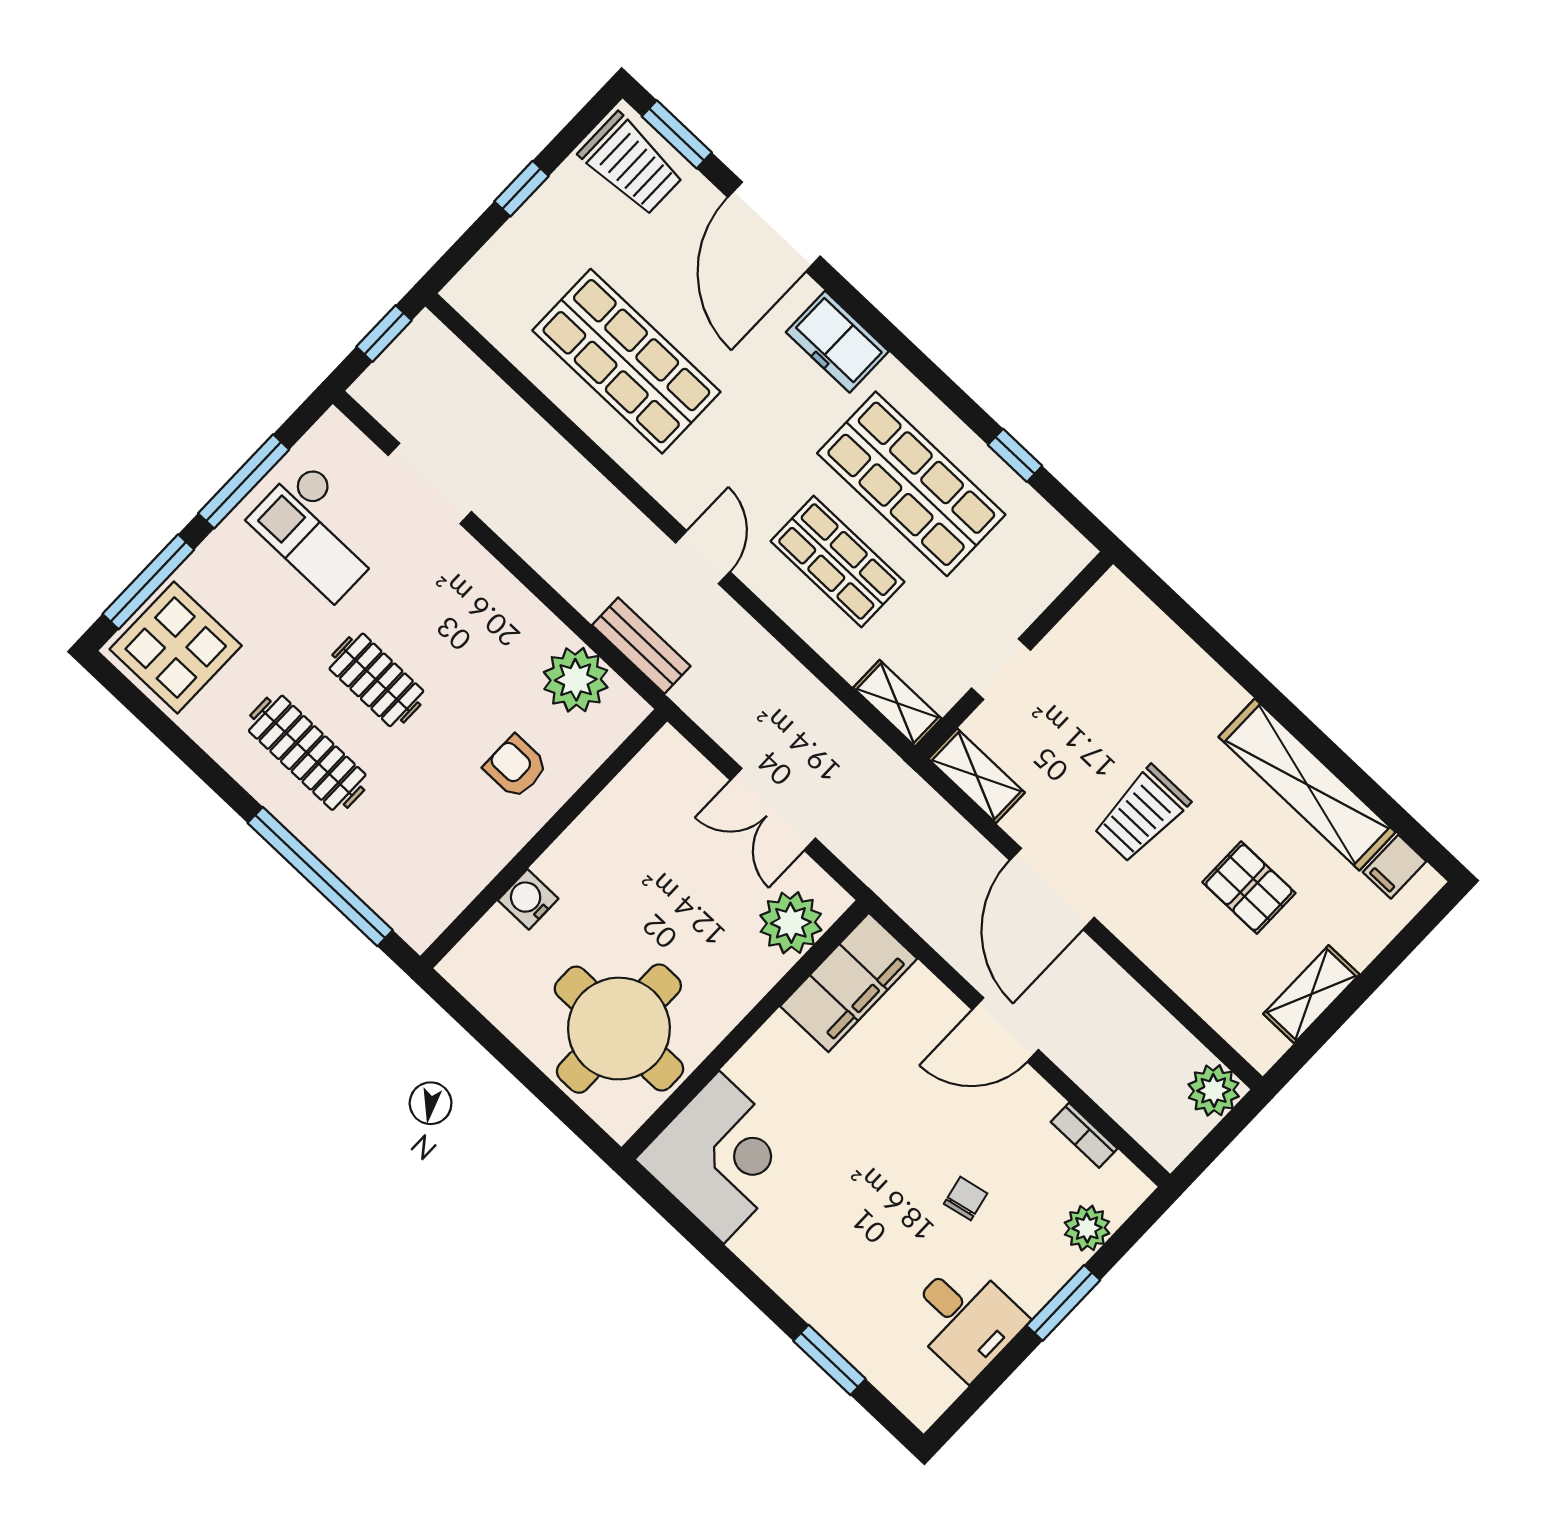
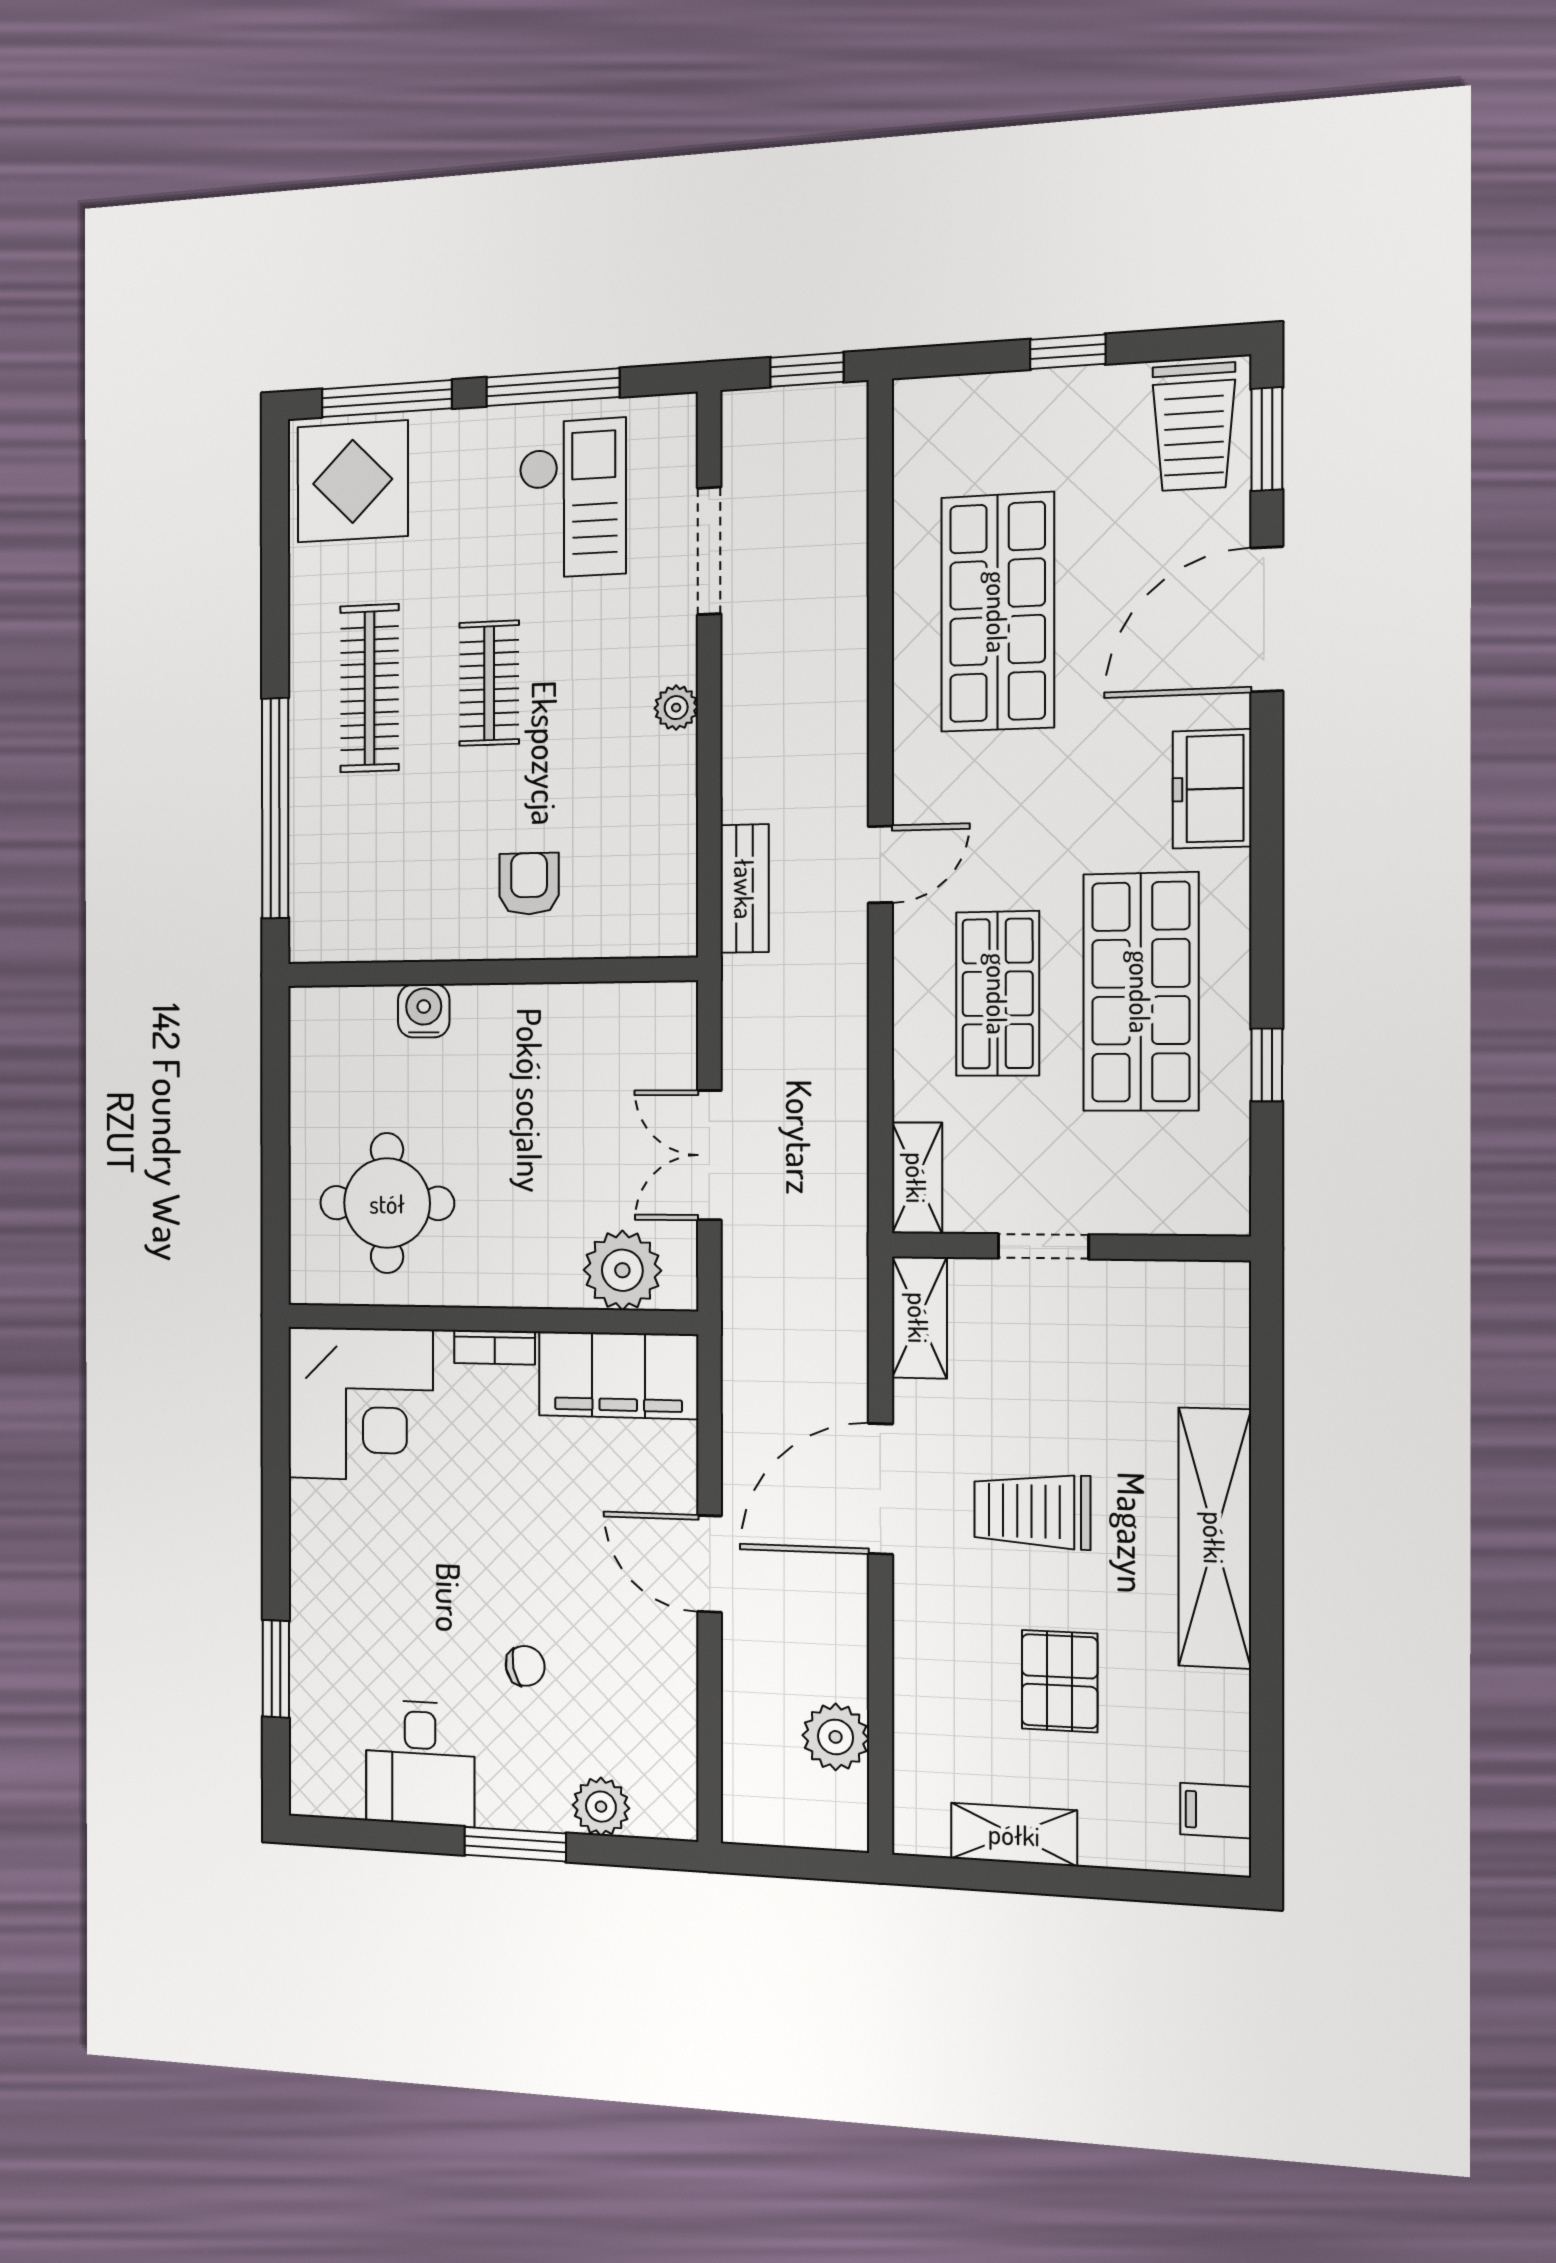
checkout: (320, 531) -> (572, 498), turned 180
plant: (576, 680) -> (676, 708), moved, width x0.53, depth x0.53
shelving: (1307, 785) -> (1215, 1538), moved
round table: (619, 1029) -> (387, 1203), width x0.73, depth x0.73
plant: (1214, 1090) -> (836, 1737), moved
bookcase: (1084, 1135) -> (495, 1347), moved, turned -90

